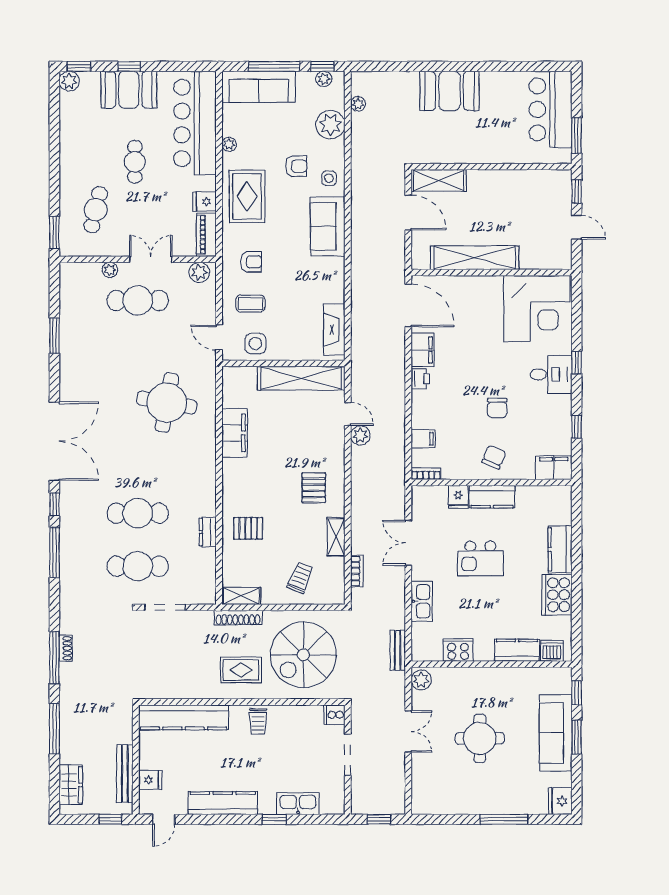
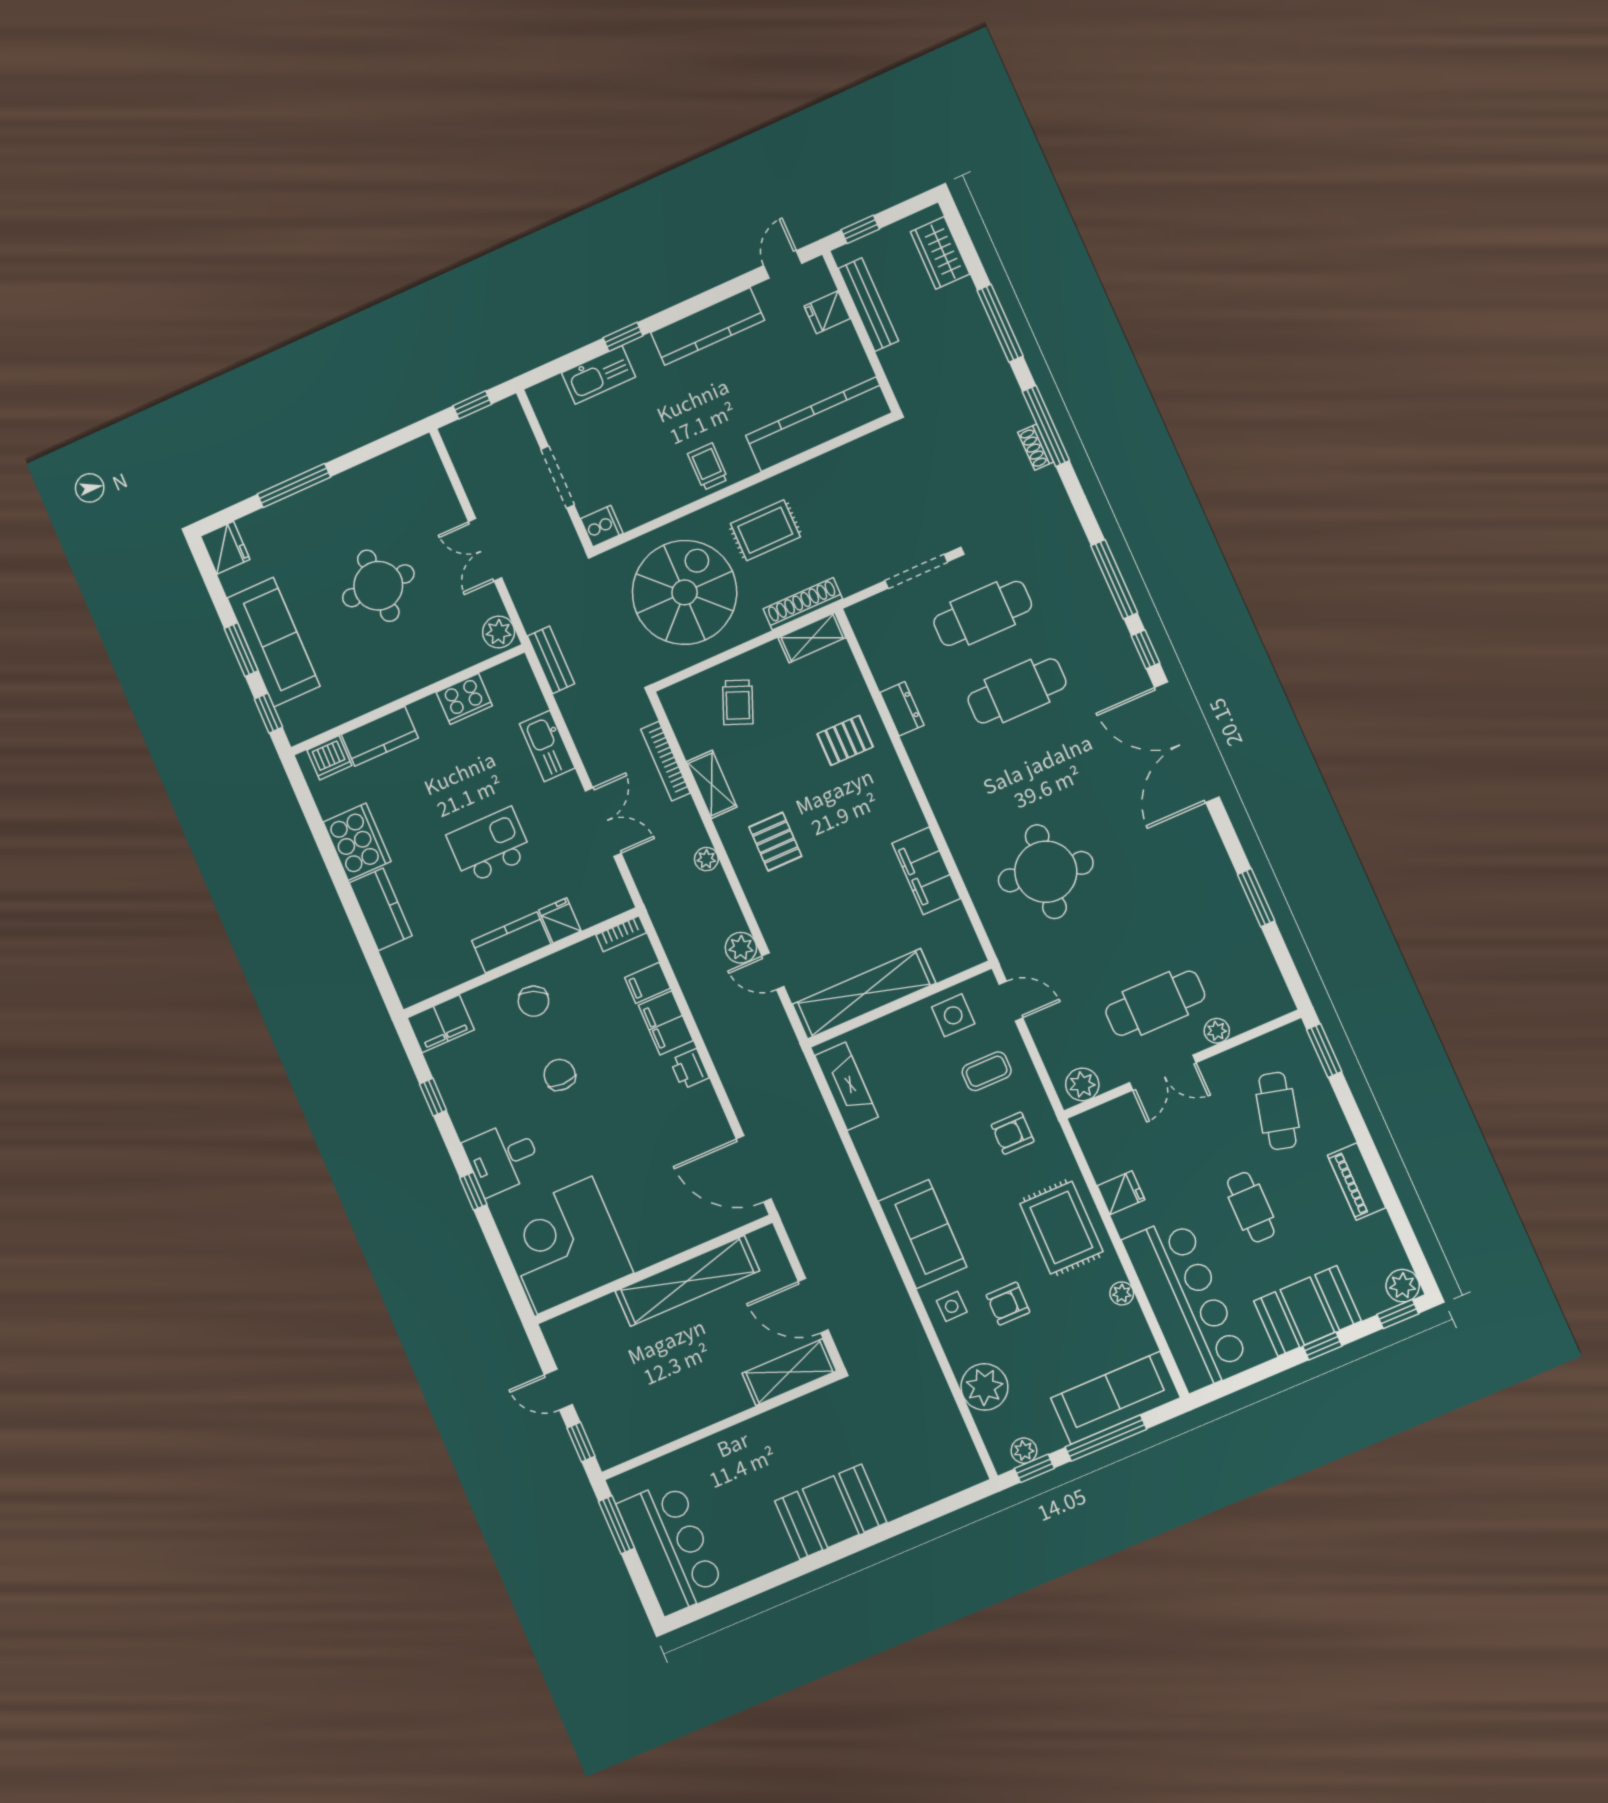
plant: (358, 104) -> (706, 859), moved
piano: (206, 235) -> (1357, 1181), moved, turned 180
filing cabinet: (422, 350) -> (666, 1023), moved
bookcase: (357, 571) -> (665, 761), width x1.56

